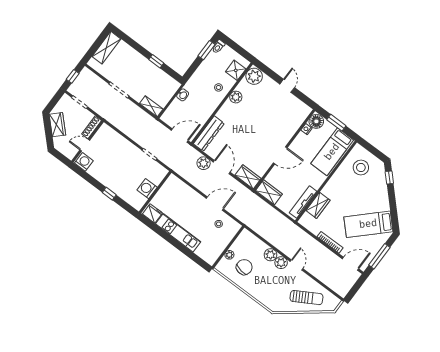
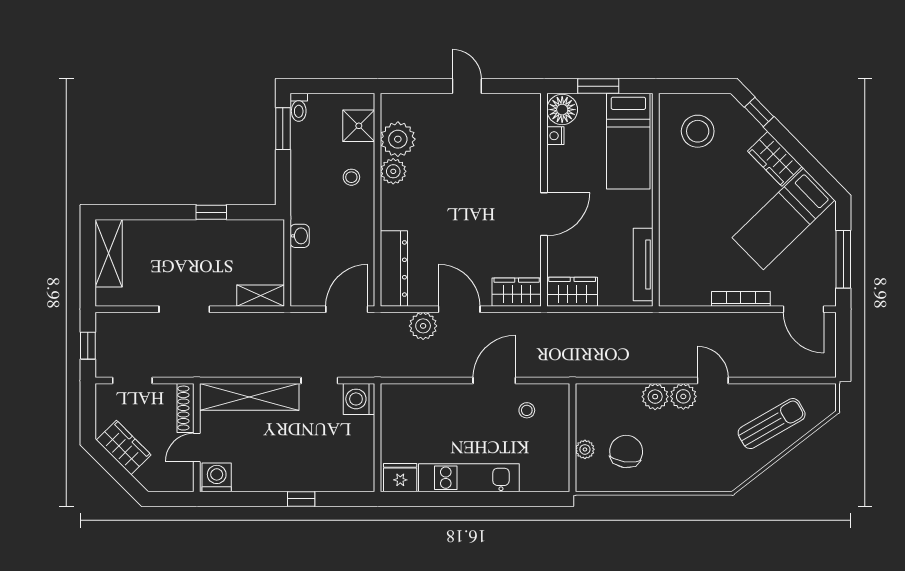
plant: (254, 76) -> (398, 139), moved
shelving: (119, 141) -> (249, 397), added
washing machine: (147, 189) -> (359, 399), moved
wardrobe: (318, 205) -> (775, 159), moved, turned 136
door: (351, 264) -> (804, 309), swing flipped

